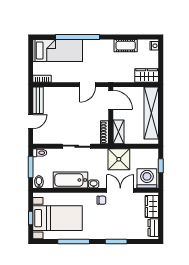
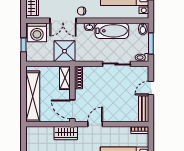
wardrobe: (147, 76) -> (66, 133), moved
sliding door: (77, 146) -> (117, 64), moved

